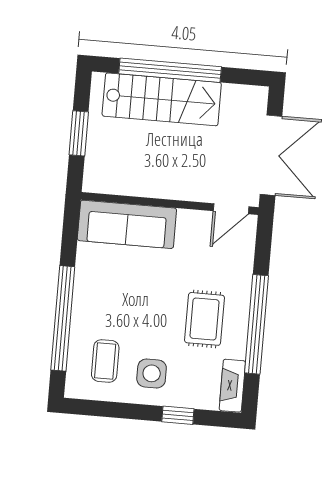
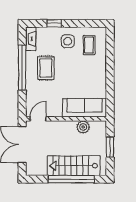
plant: (134, 182) -> (83, 127), added
window: (63, 318) -> (110, 63), removed

